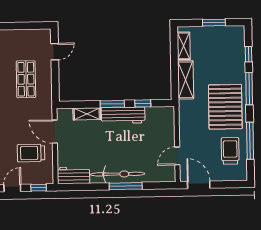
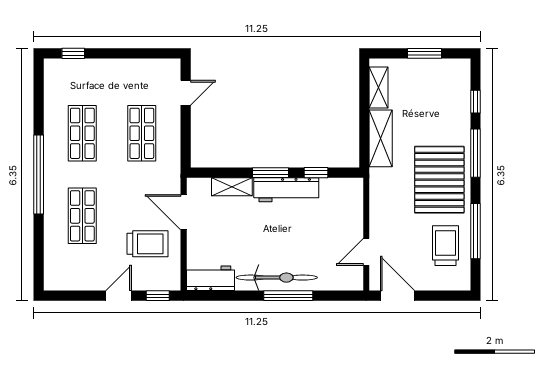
trolley: (31, 153) -> (147, 244), turned 180

